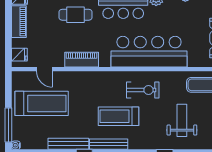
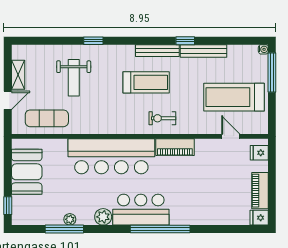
cafe table: (76, 15) -> (195, 198), removed
piano: (82, 60) -> (175, 147), moved
exercise bike: (143, 90) -> (162, 118), moved, width x0.73, depth x0.72

